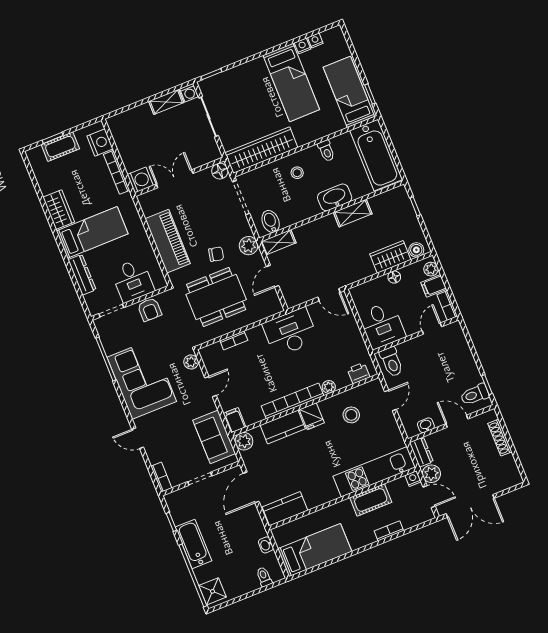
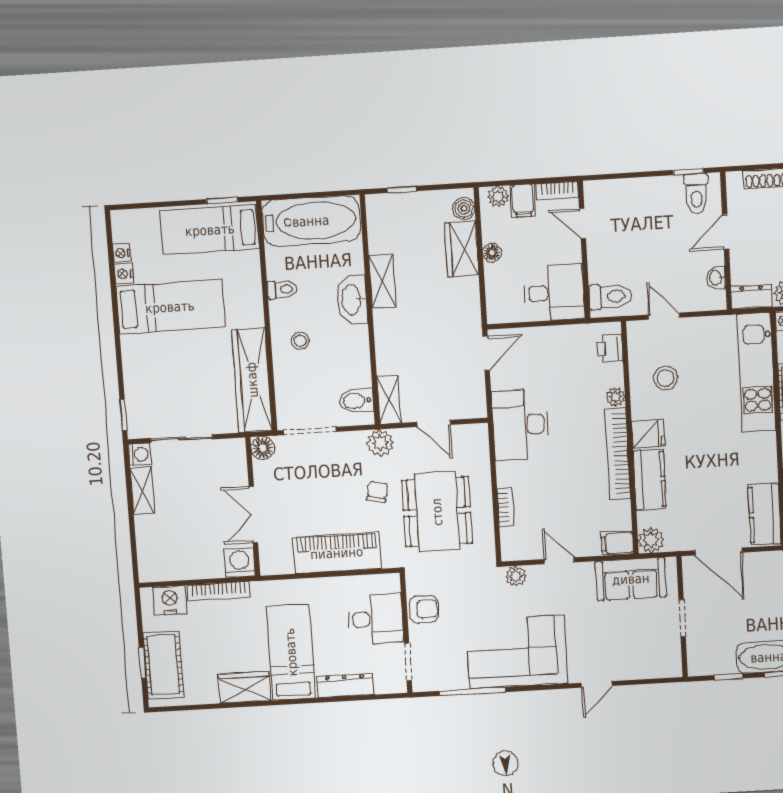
cot: (60, 147) -> (163, 665), width x1.37, depth x1.34
bookcase: (161, 477) -> (662, 670), removed

